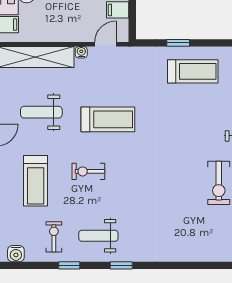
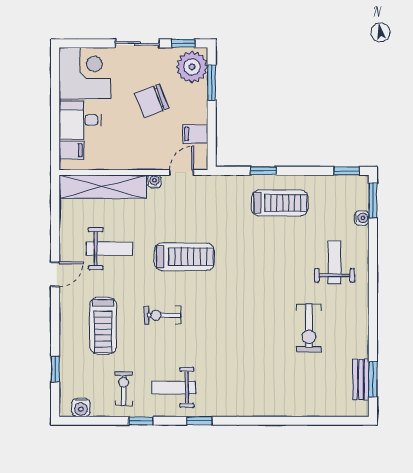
weight bench: (41, 112) -> (110, 249), turned 180

